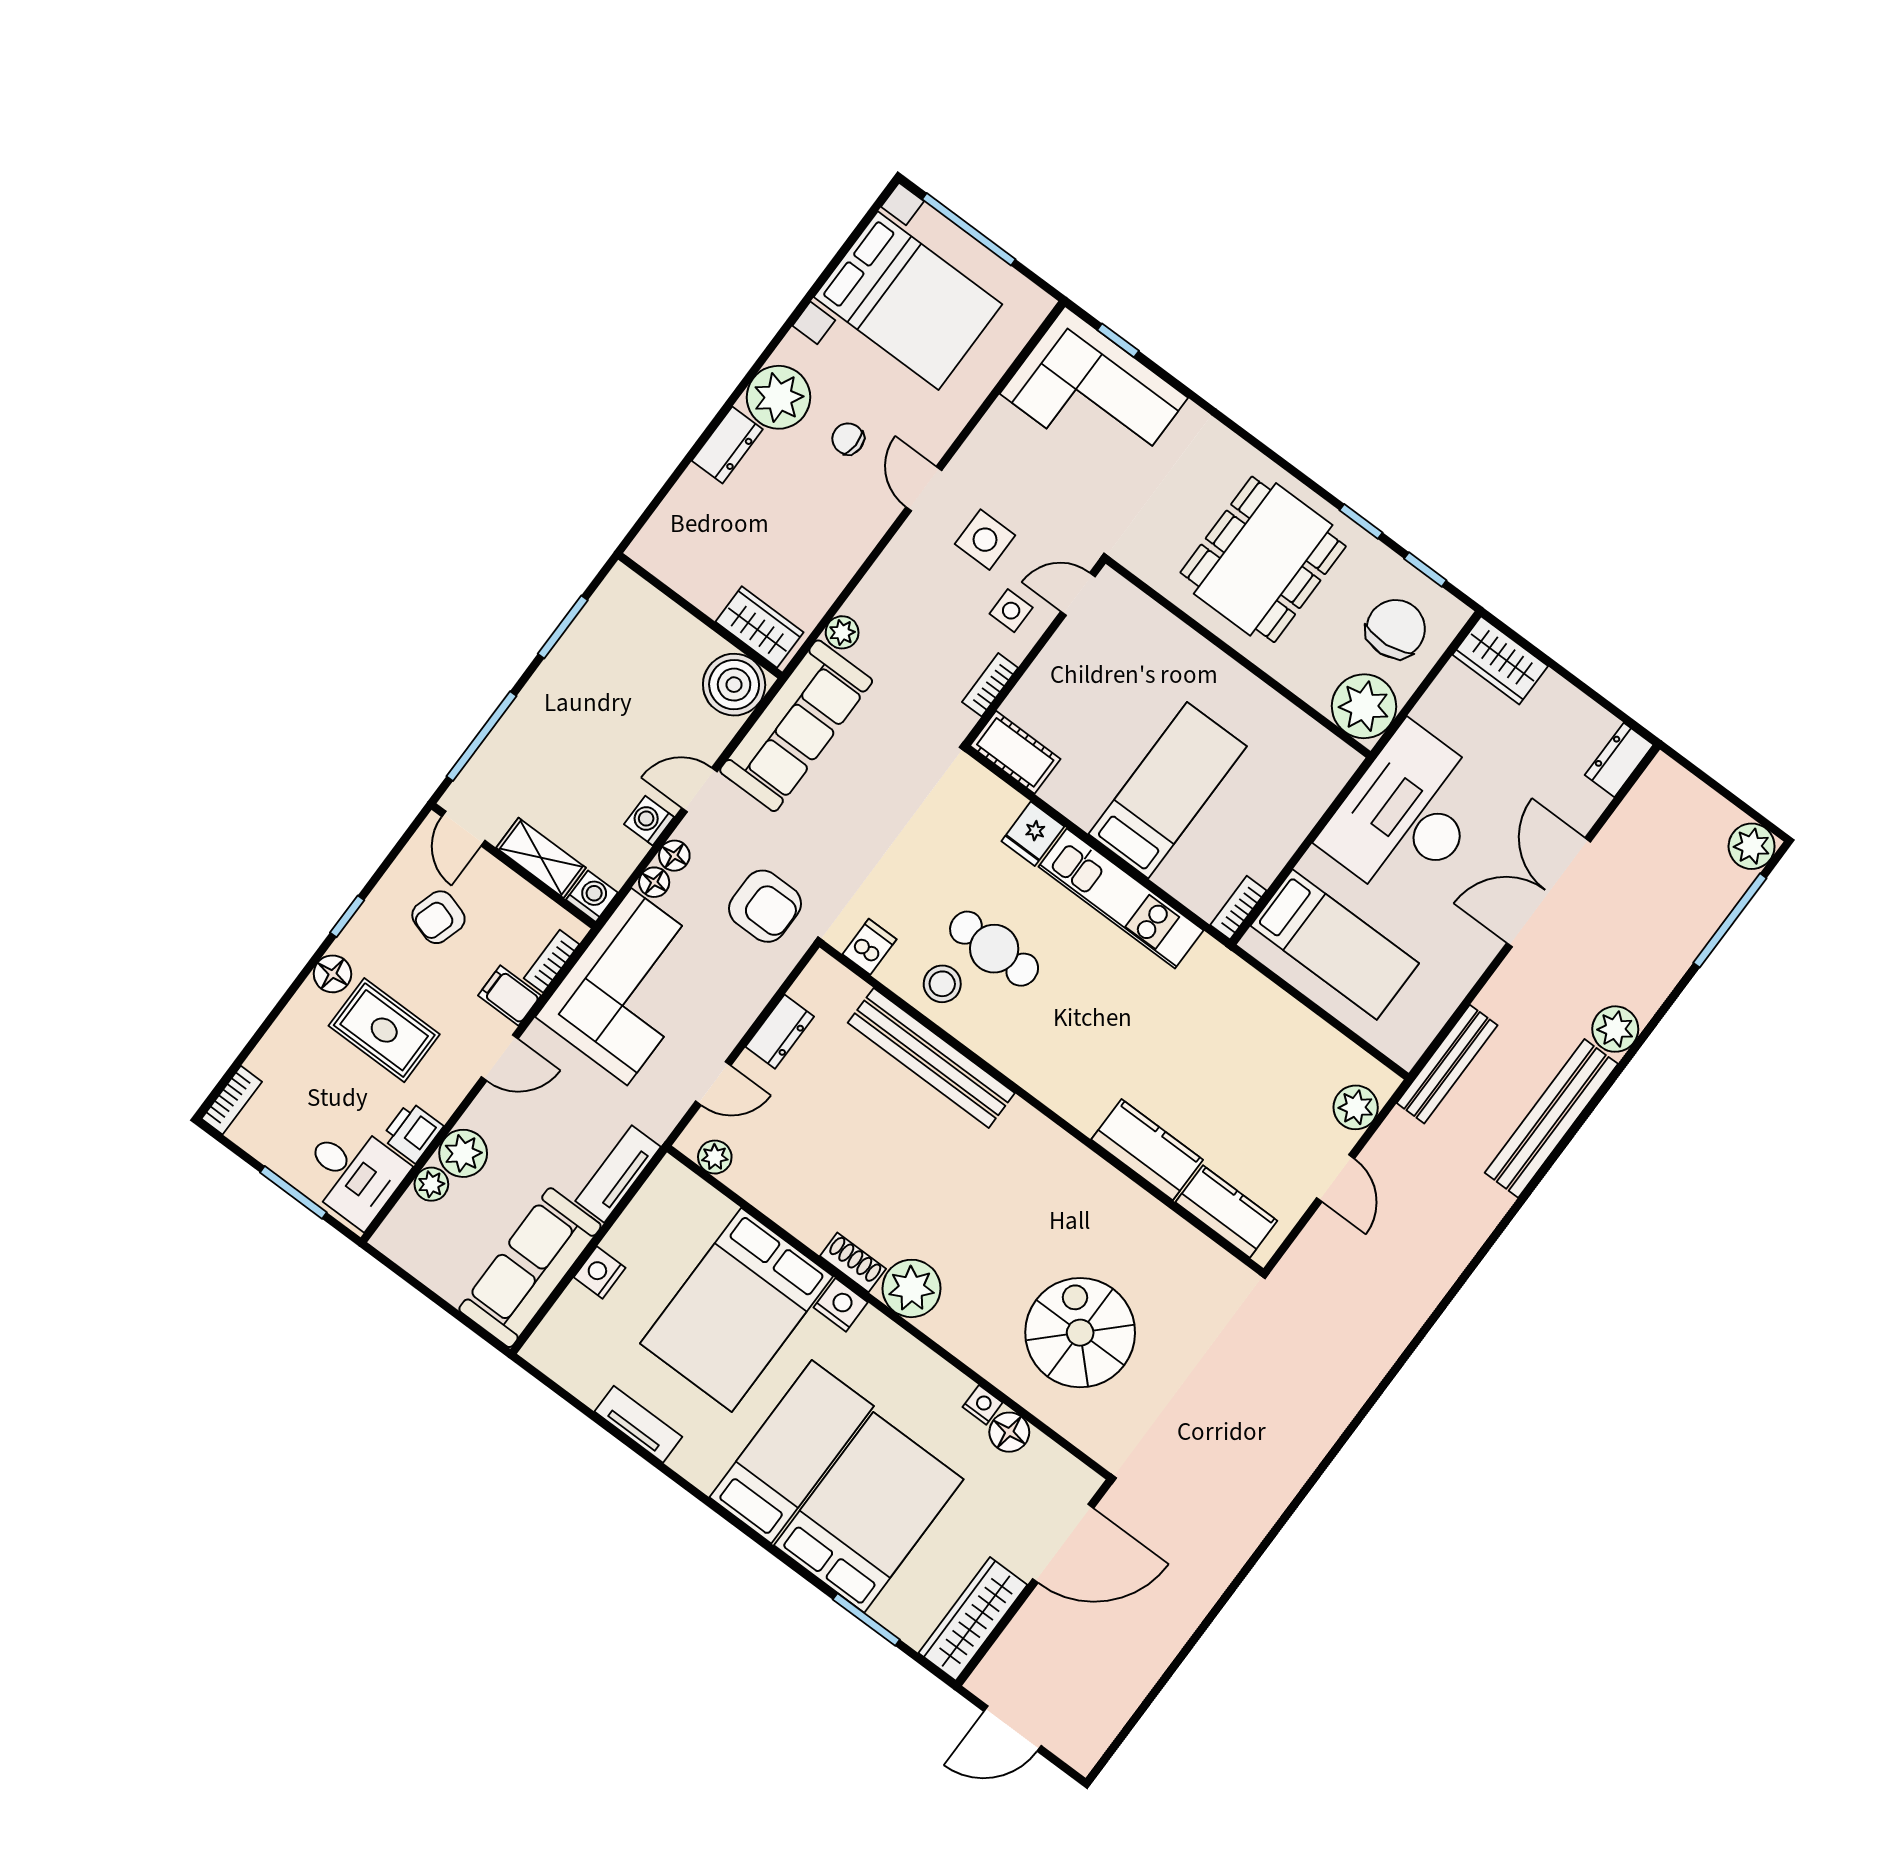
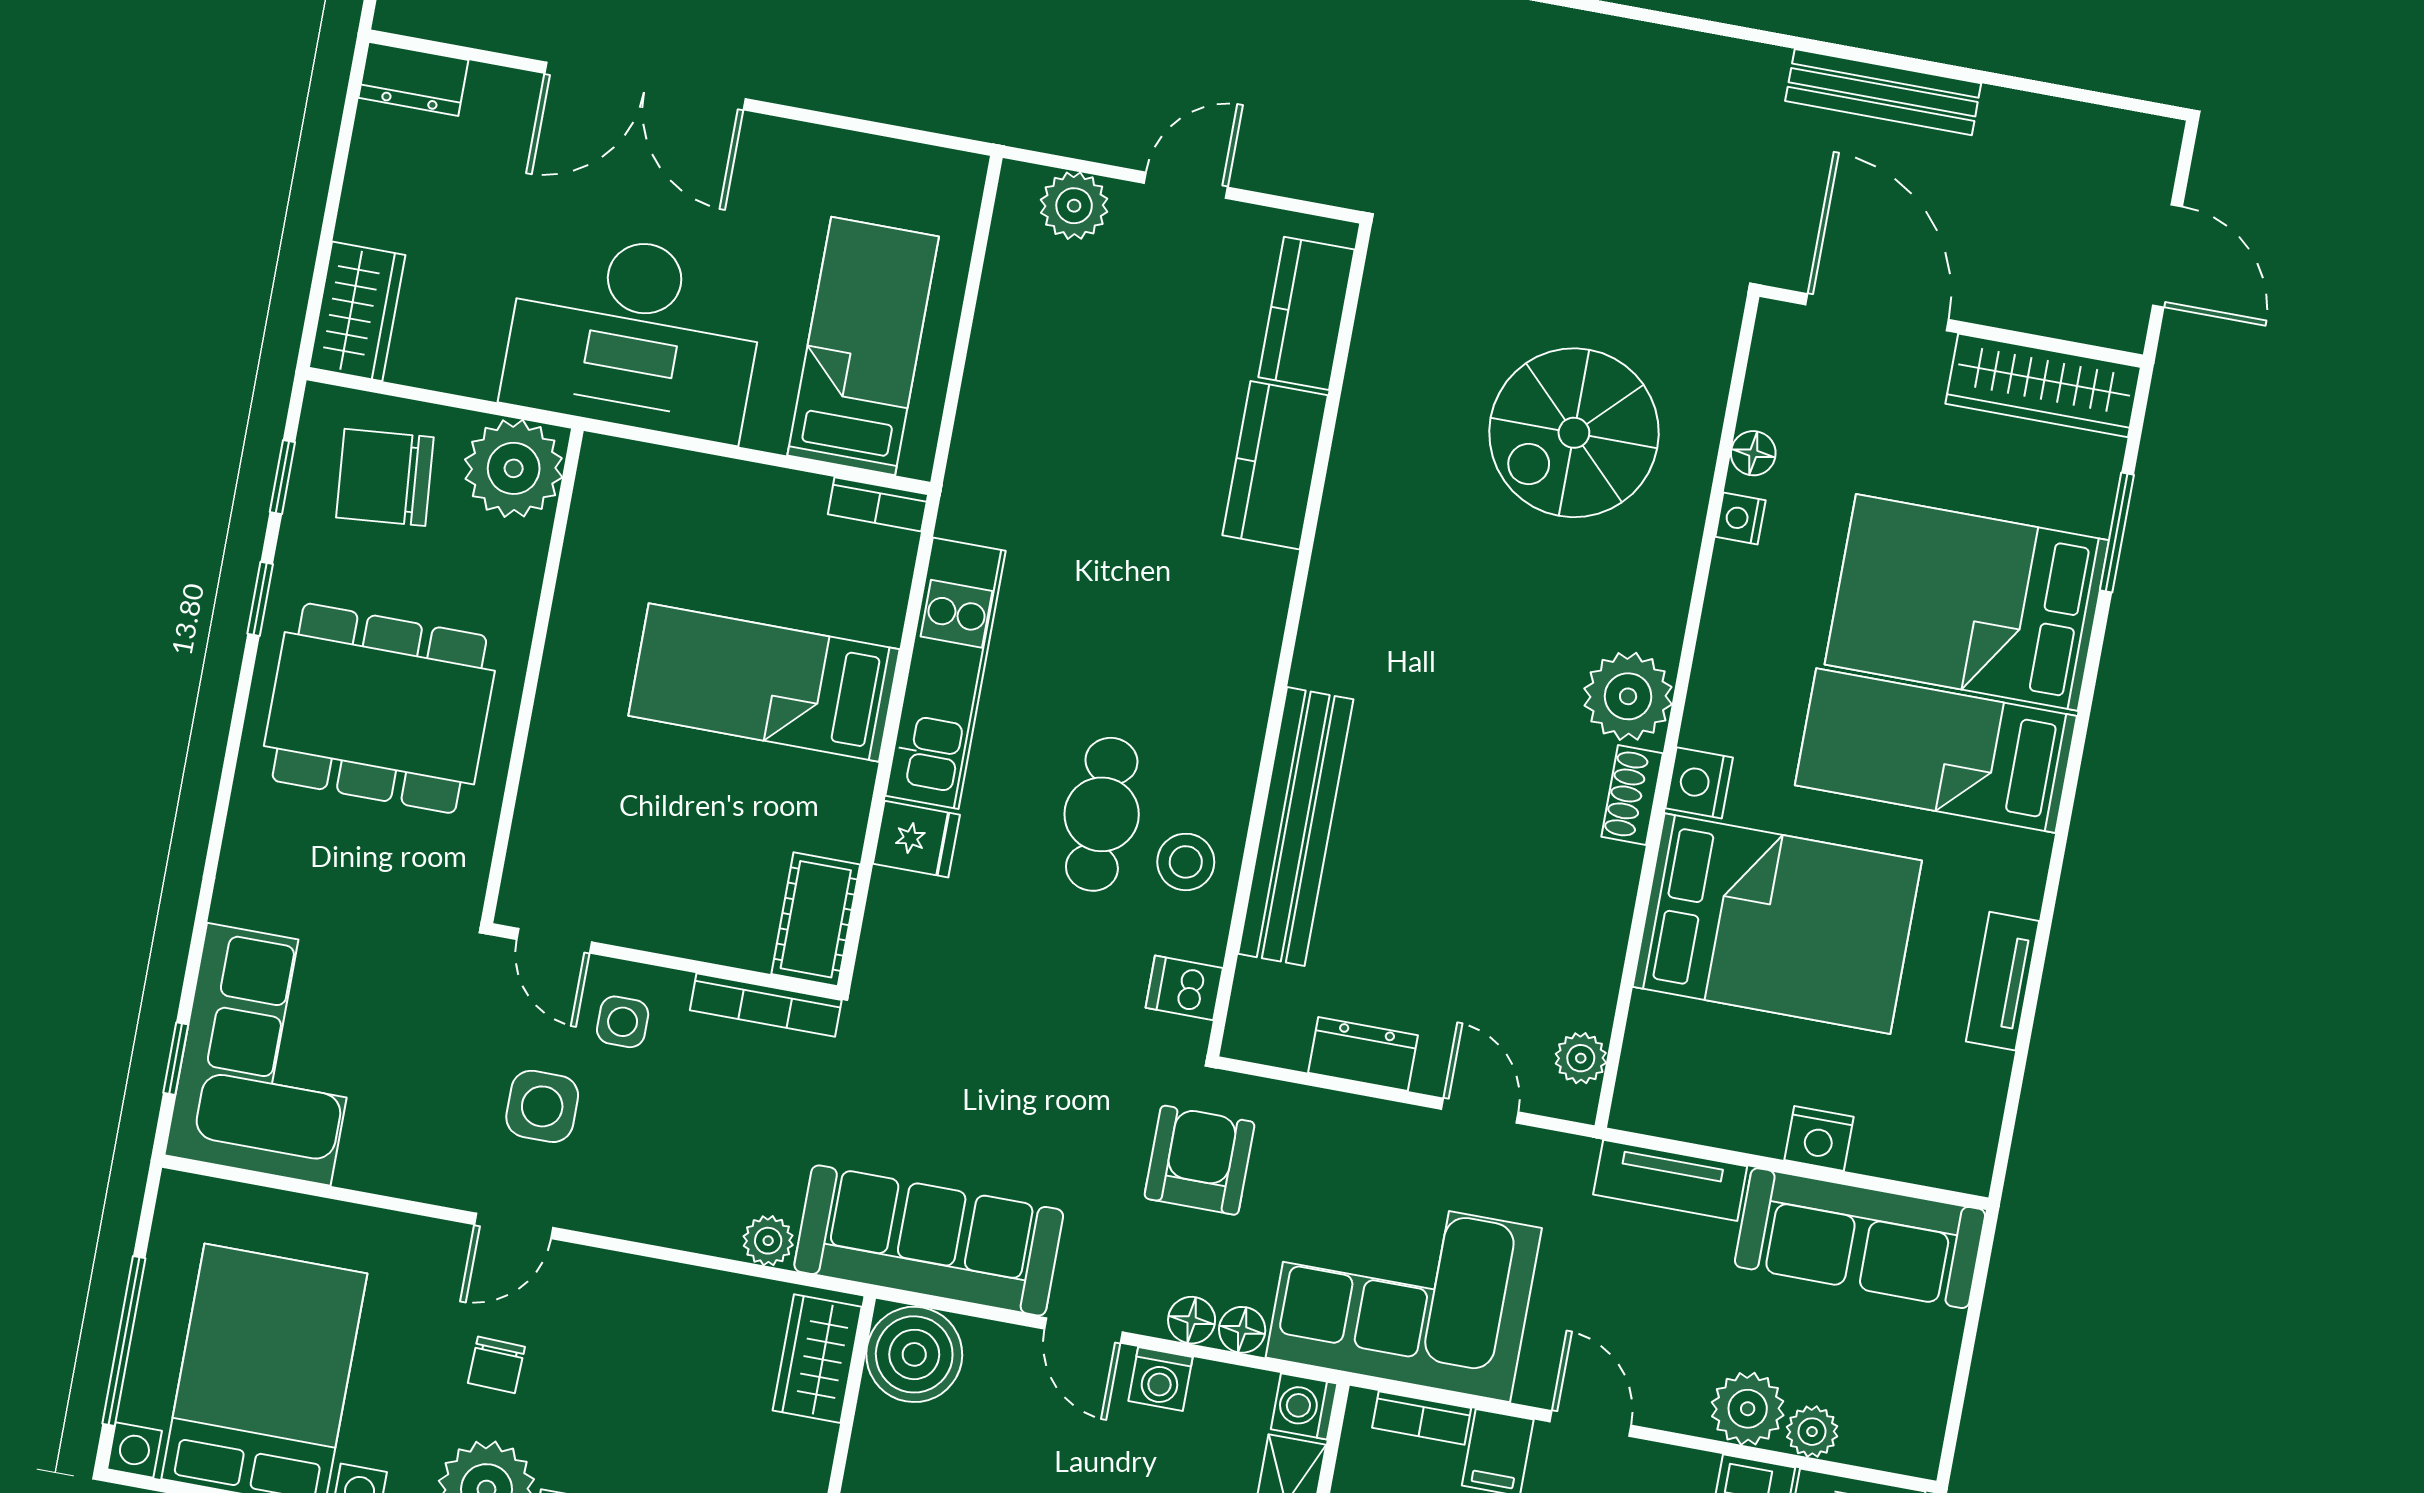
bookcase: (990, 685) -> (766, 1005), width x1.56
bench: (1447, 1064) -> (1883, 92), moved
floor lamp: (1009, 1432) -> (1753, 453), width x0.73, depth x0.73

